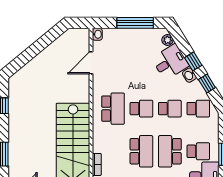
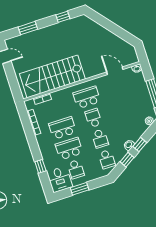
desk: (170, 62) -> (134, 128), removed
school desk: (113, 109) -> (87, 97), turned 180
school desk: (141, 109) -> (93, 118), turned 180
school desk: (141, 151) -> (62, 128), turned 180

